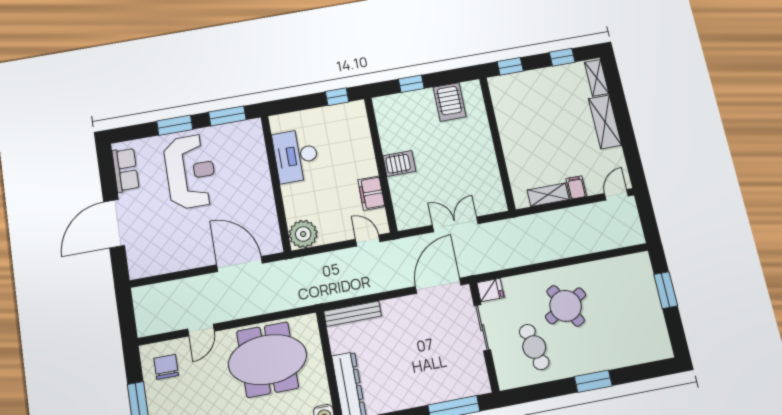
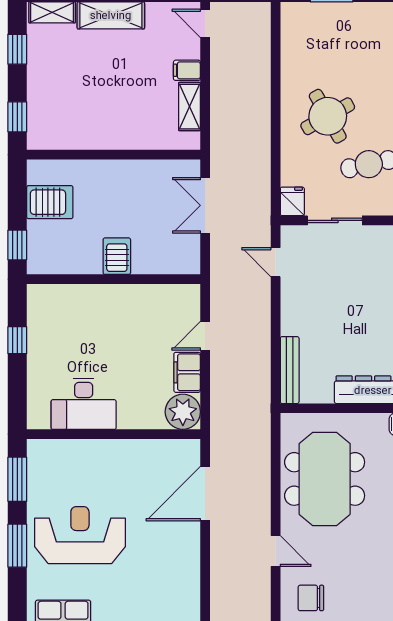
server rack: (399, 163) -> (117, 256), moved
wall: (381, 164) -> (114, 279), moved
filing cabinet: (371, 193) -> (187, 372), moved, turned 90
double door: (455, 224) -> (205, 205), moved
door: (438, 286) -> (276, 262), width x0.53

